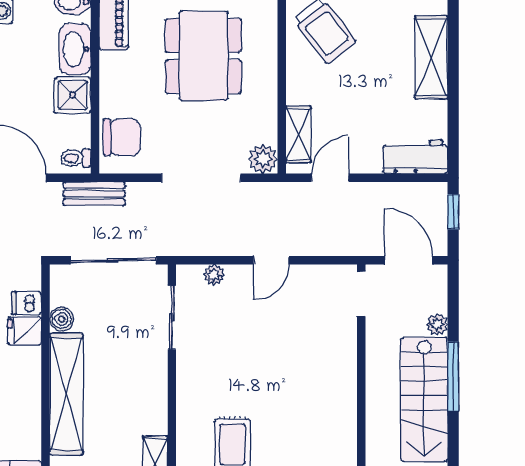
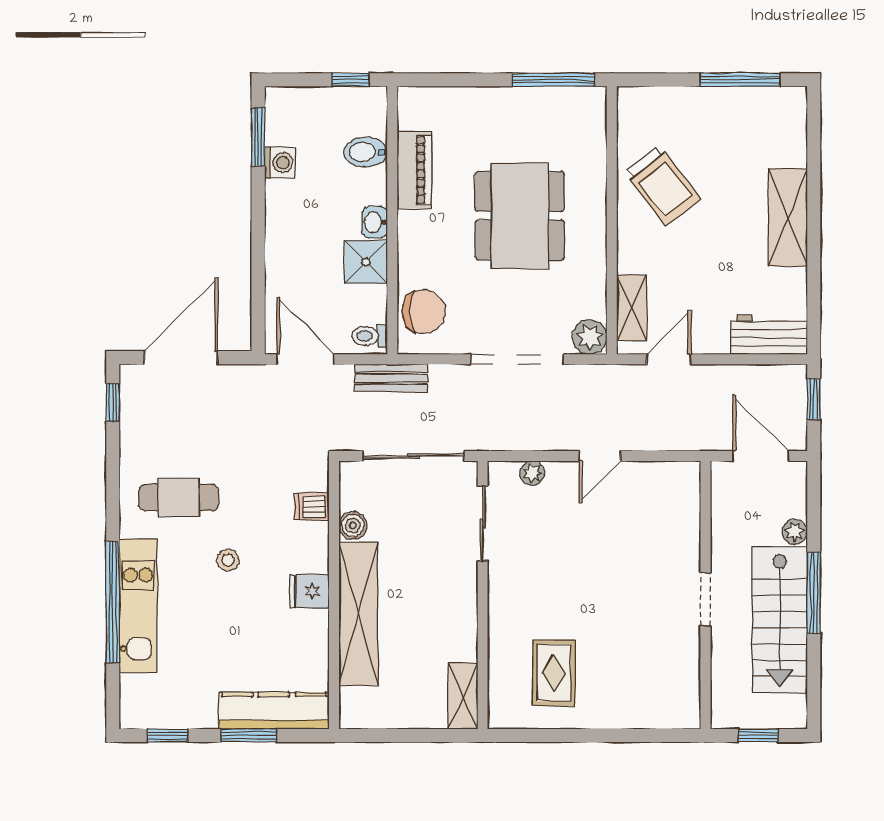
washbasin: (75, 49) -> (375, 222), width x0.52, depth x0.69
doorway: (361, 294) -> (706, 599), moved
fridge: (25, 331) -> (309, 591), moved

